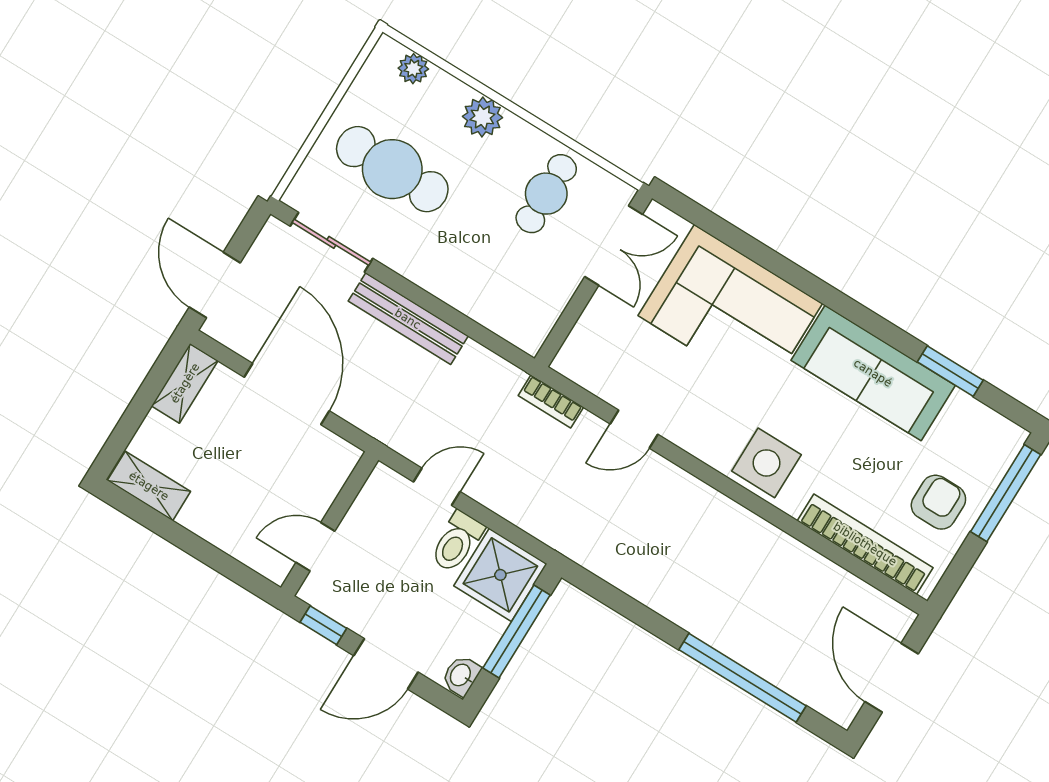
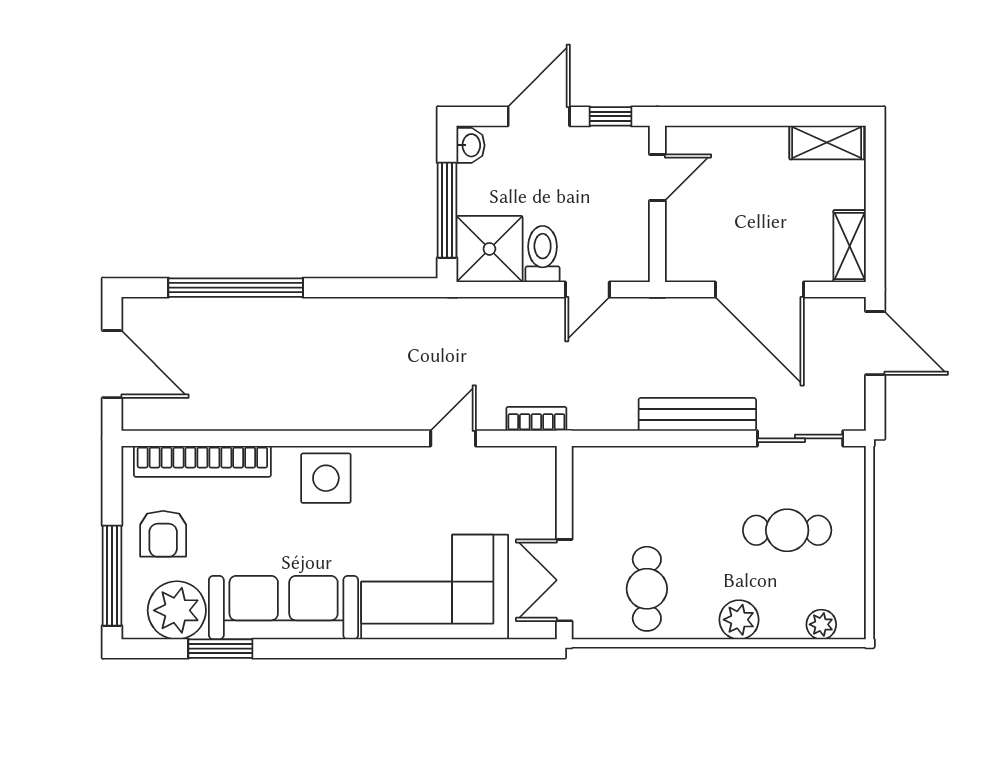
cafe table: (392, 169) -> (787, 530), width x0.73, depth x0.74
plant: (968, 428) -> (177, 610), added

